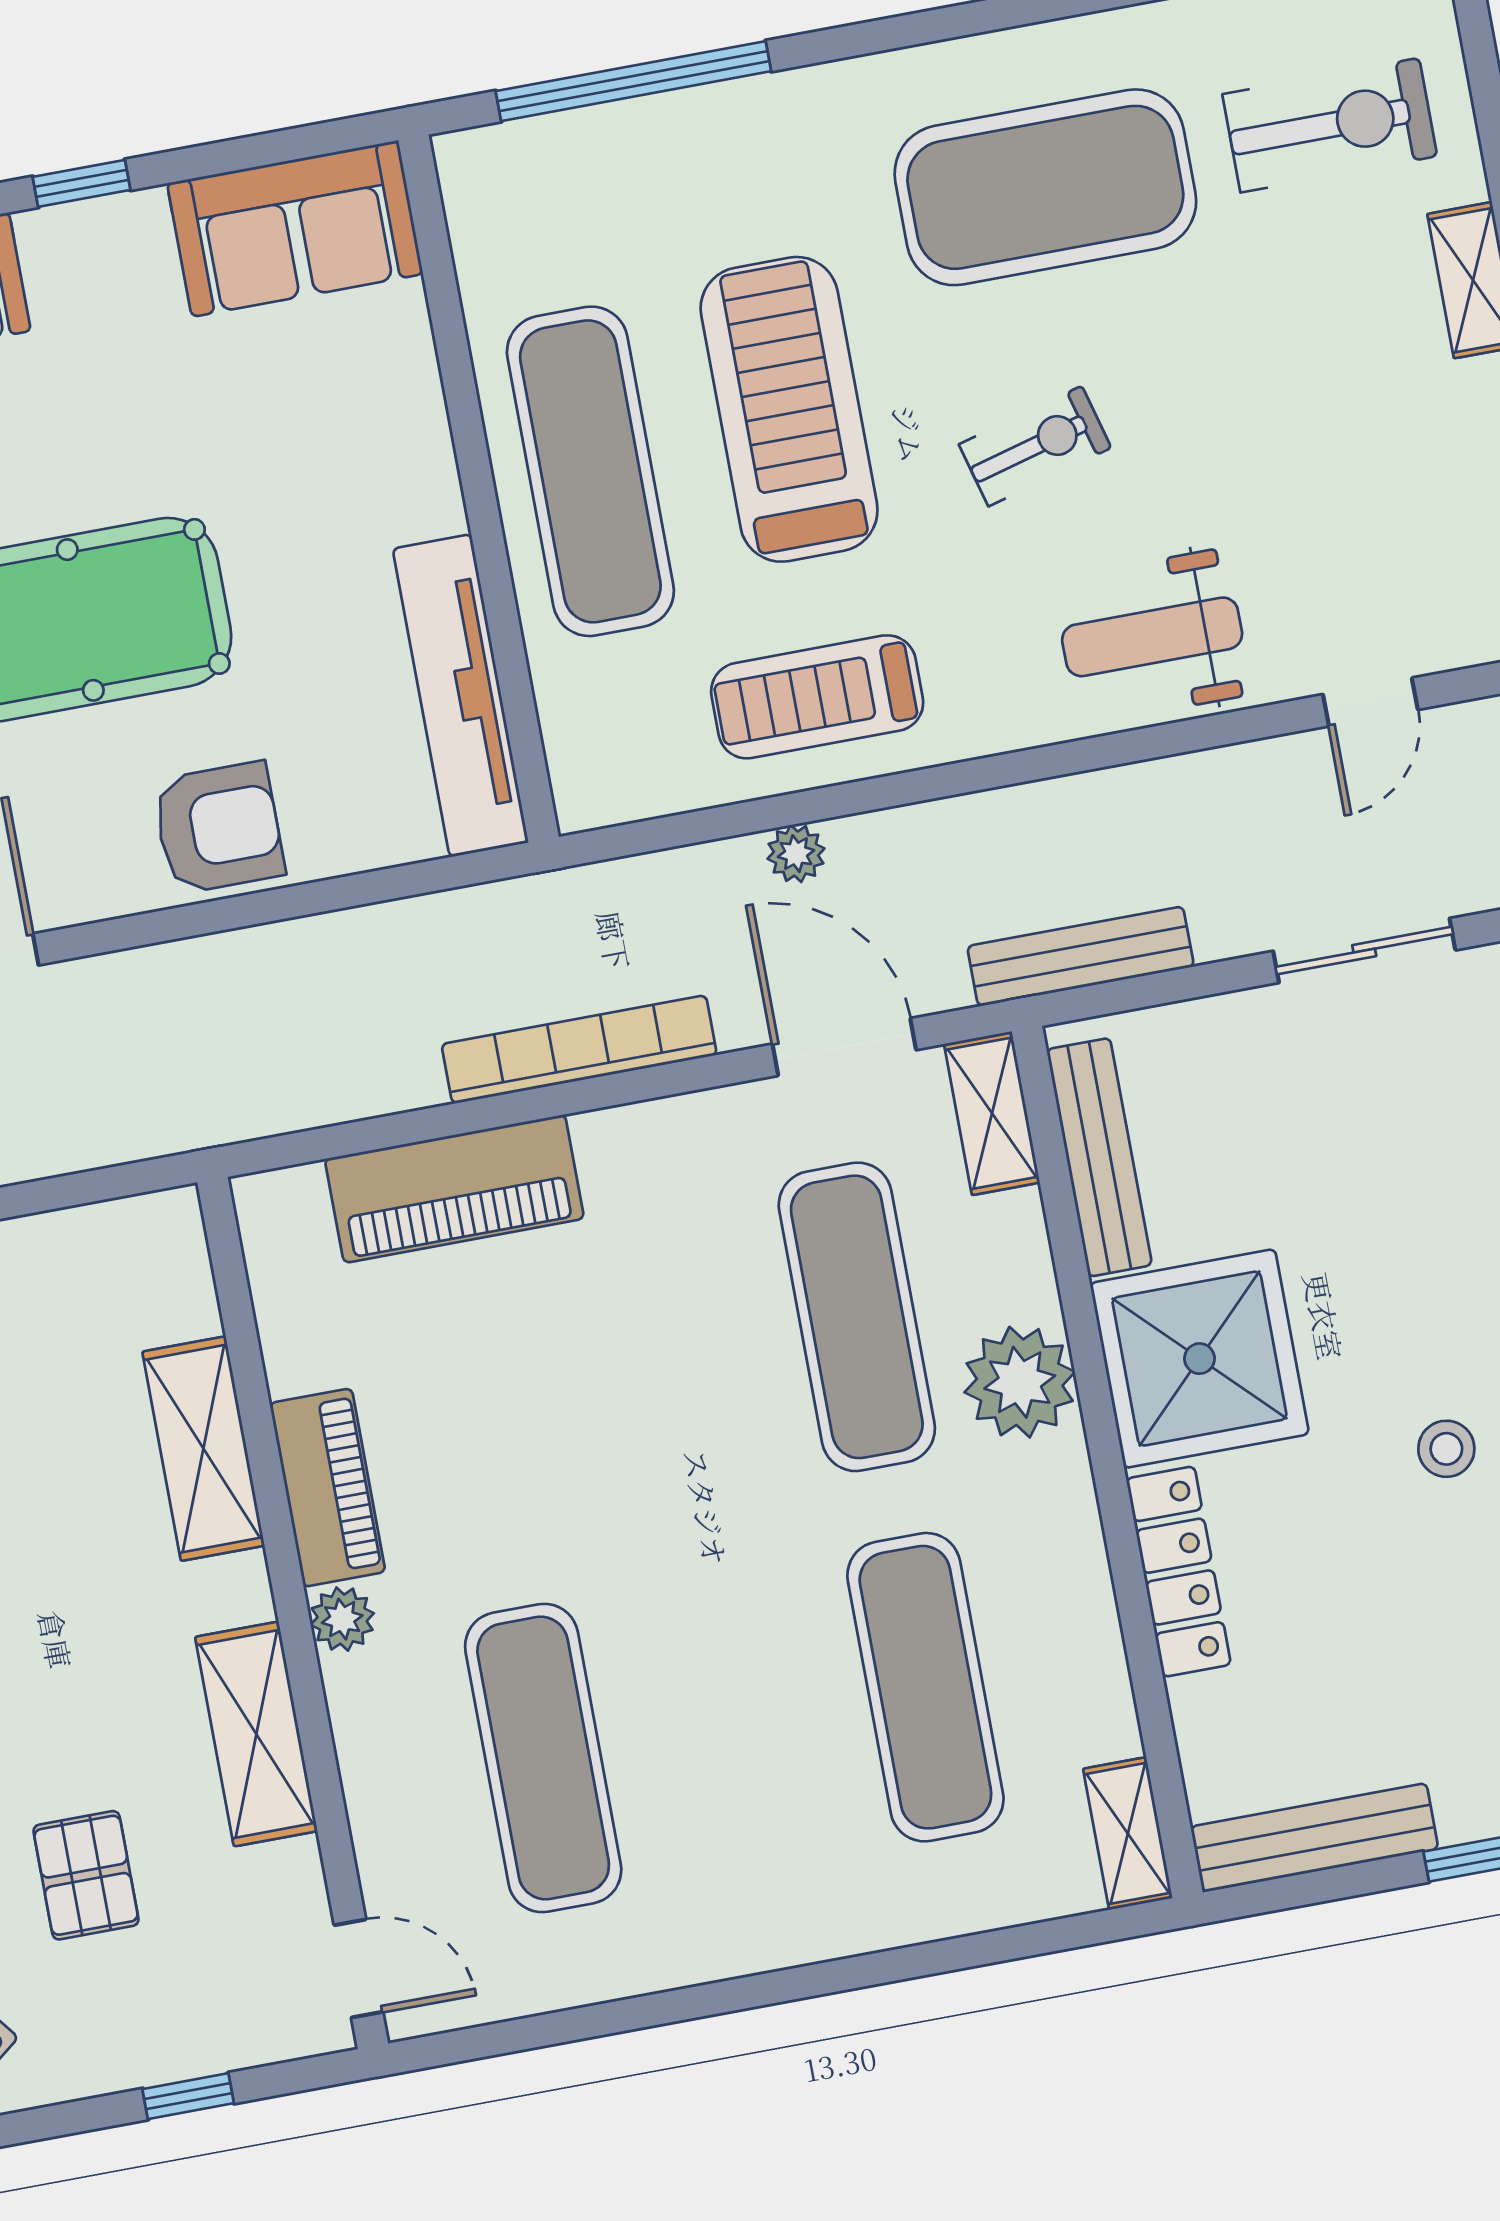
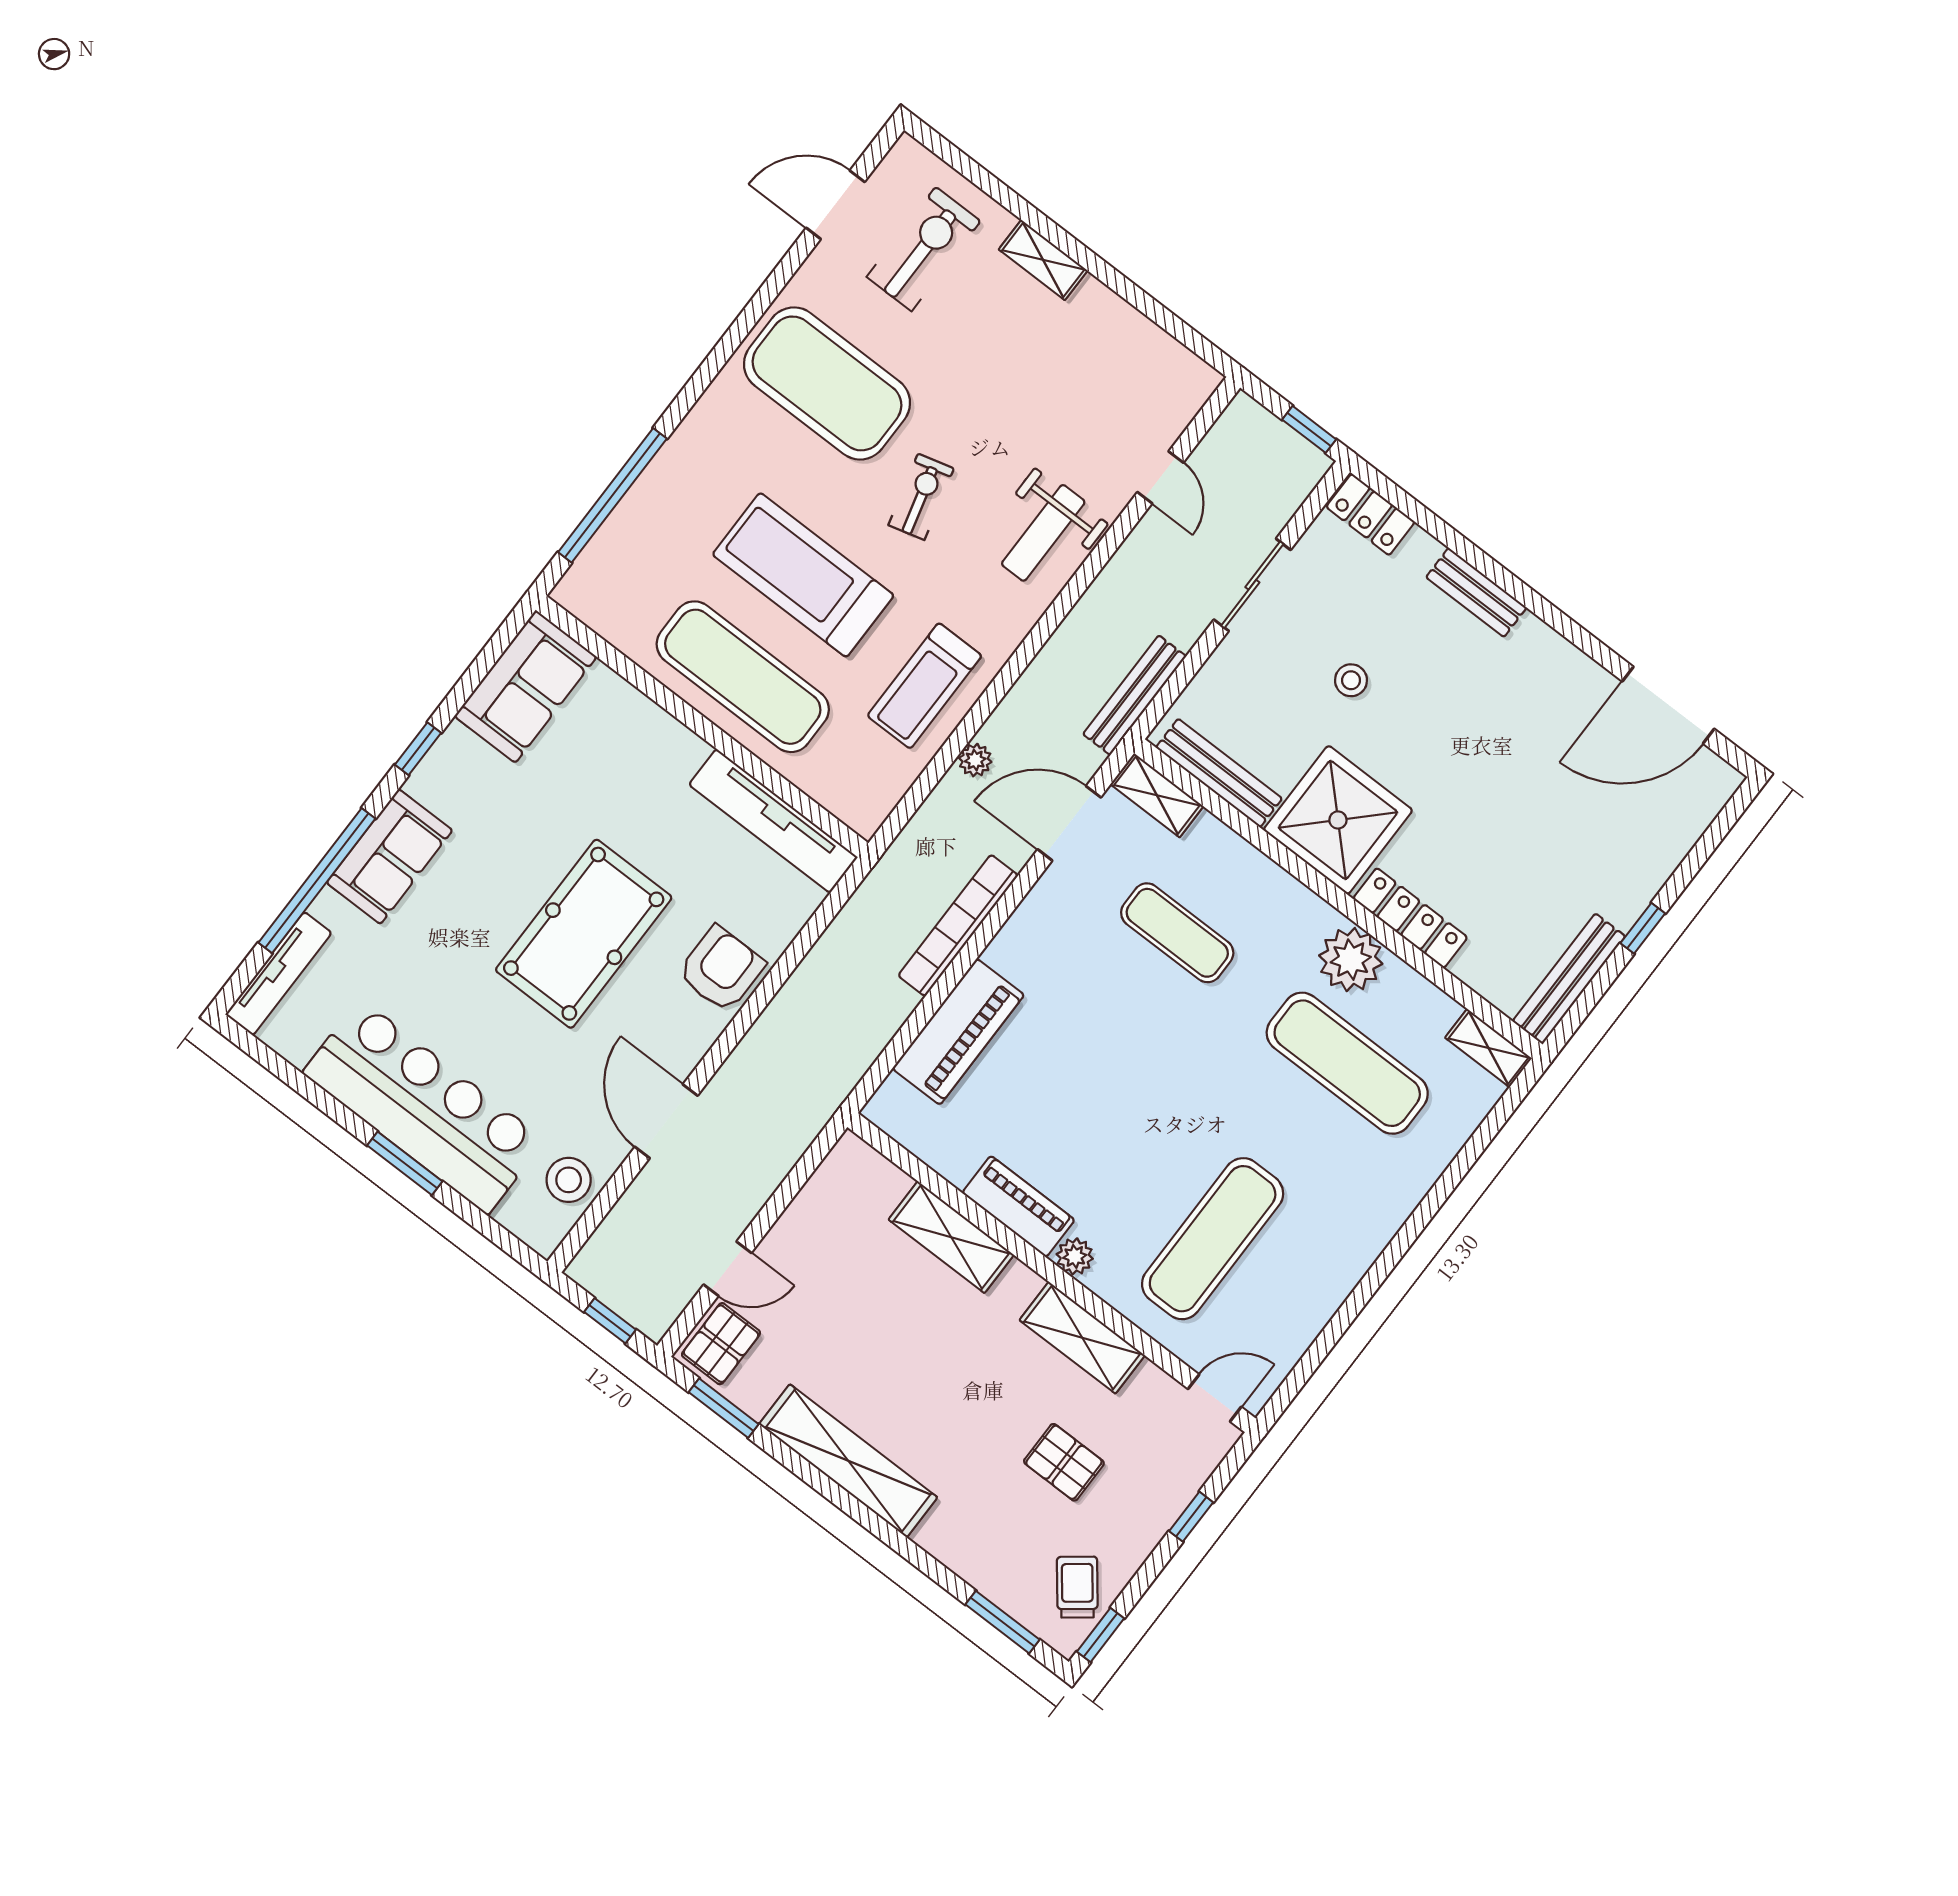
exercise mat: (1045, 187) -> (827, 383), turned 90
exercise mat: (857, 1317) -> (1177, 933), width x0.73, depth x0.69
plant: (1020, 1382) -> (1351, 960), moved
stool: (1446, 1449) -> (1351, 680), moved
exercise mat: (543, 1758) -> (1213, 1239), turned 90

